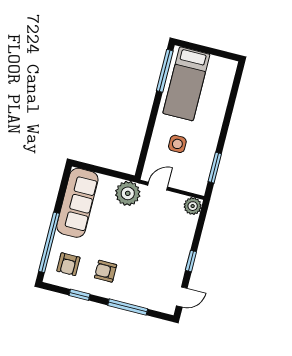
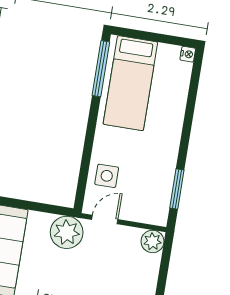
nightstand: (232, 65) -> (188, 54), added
side table: (177, 144) -> (107, 176), moved

